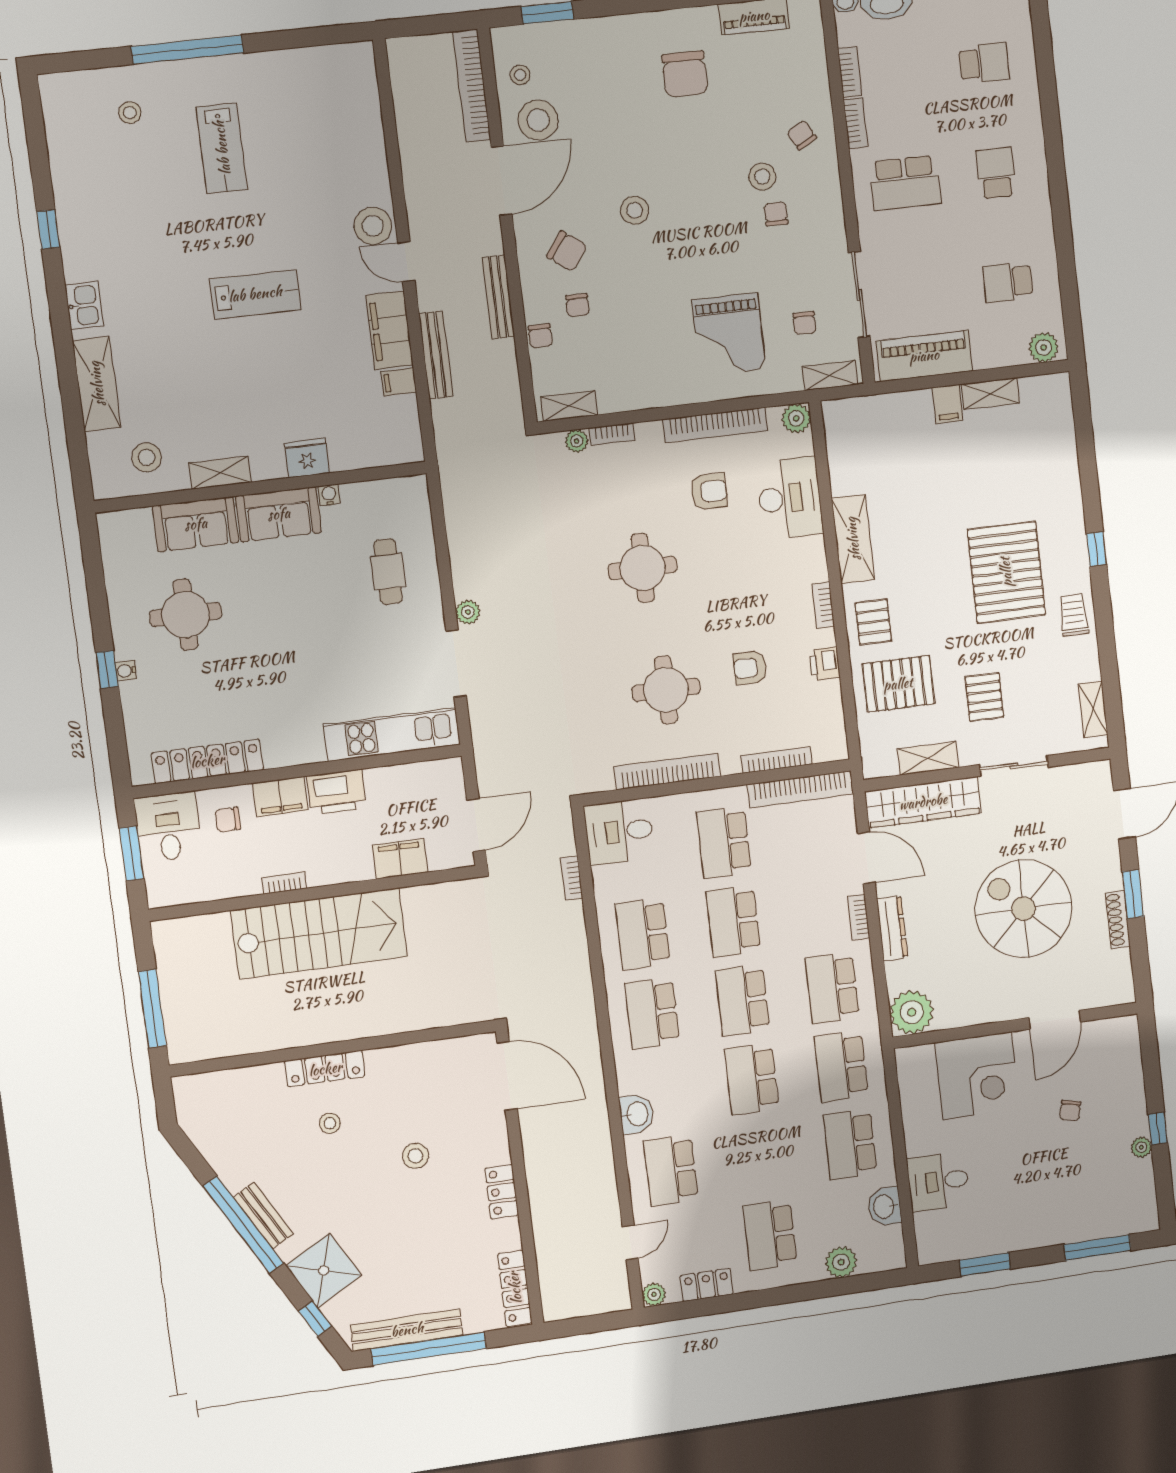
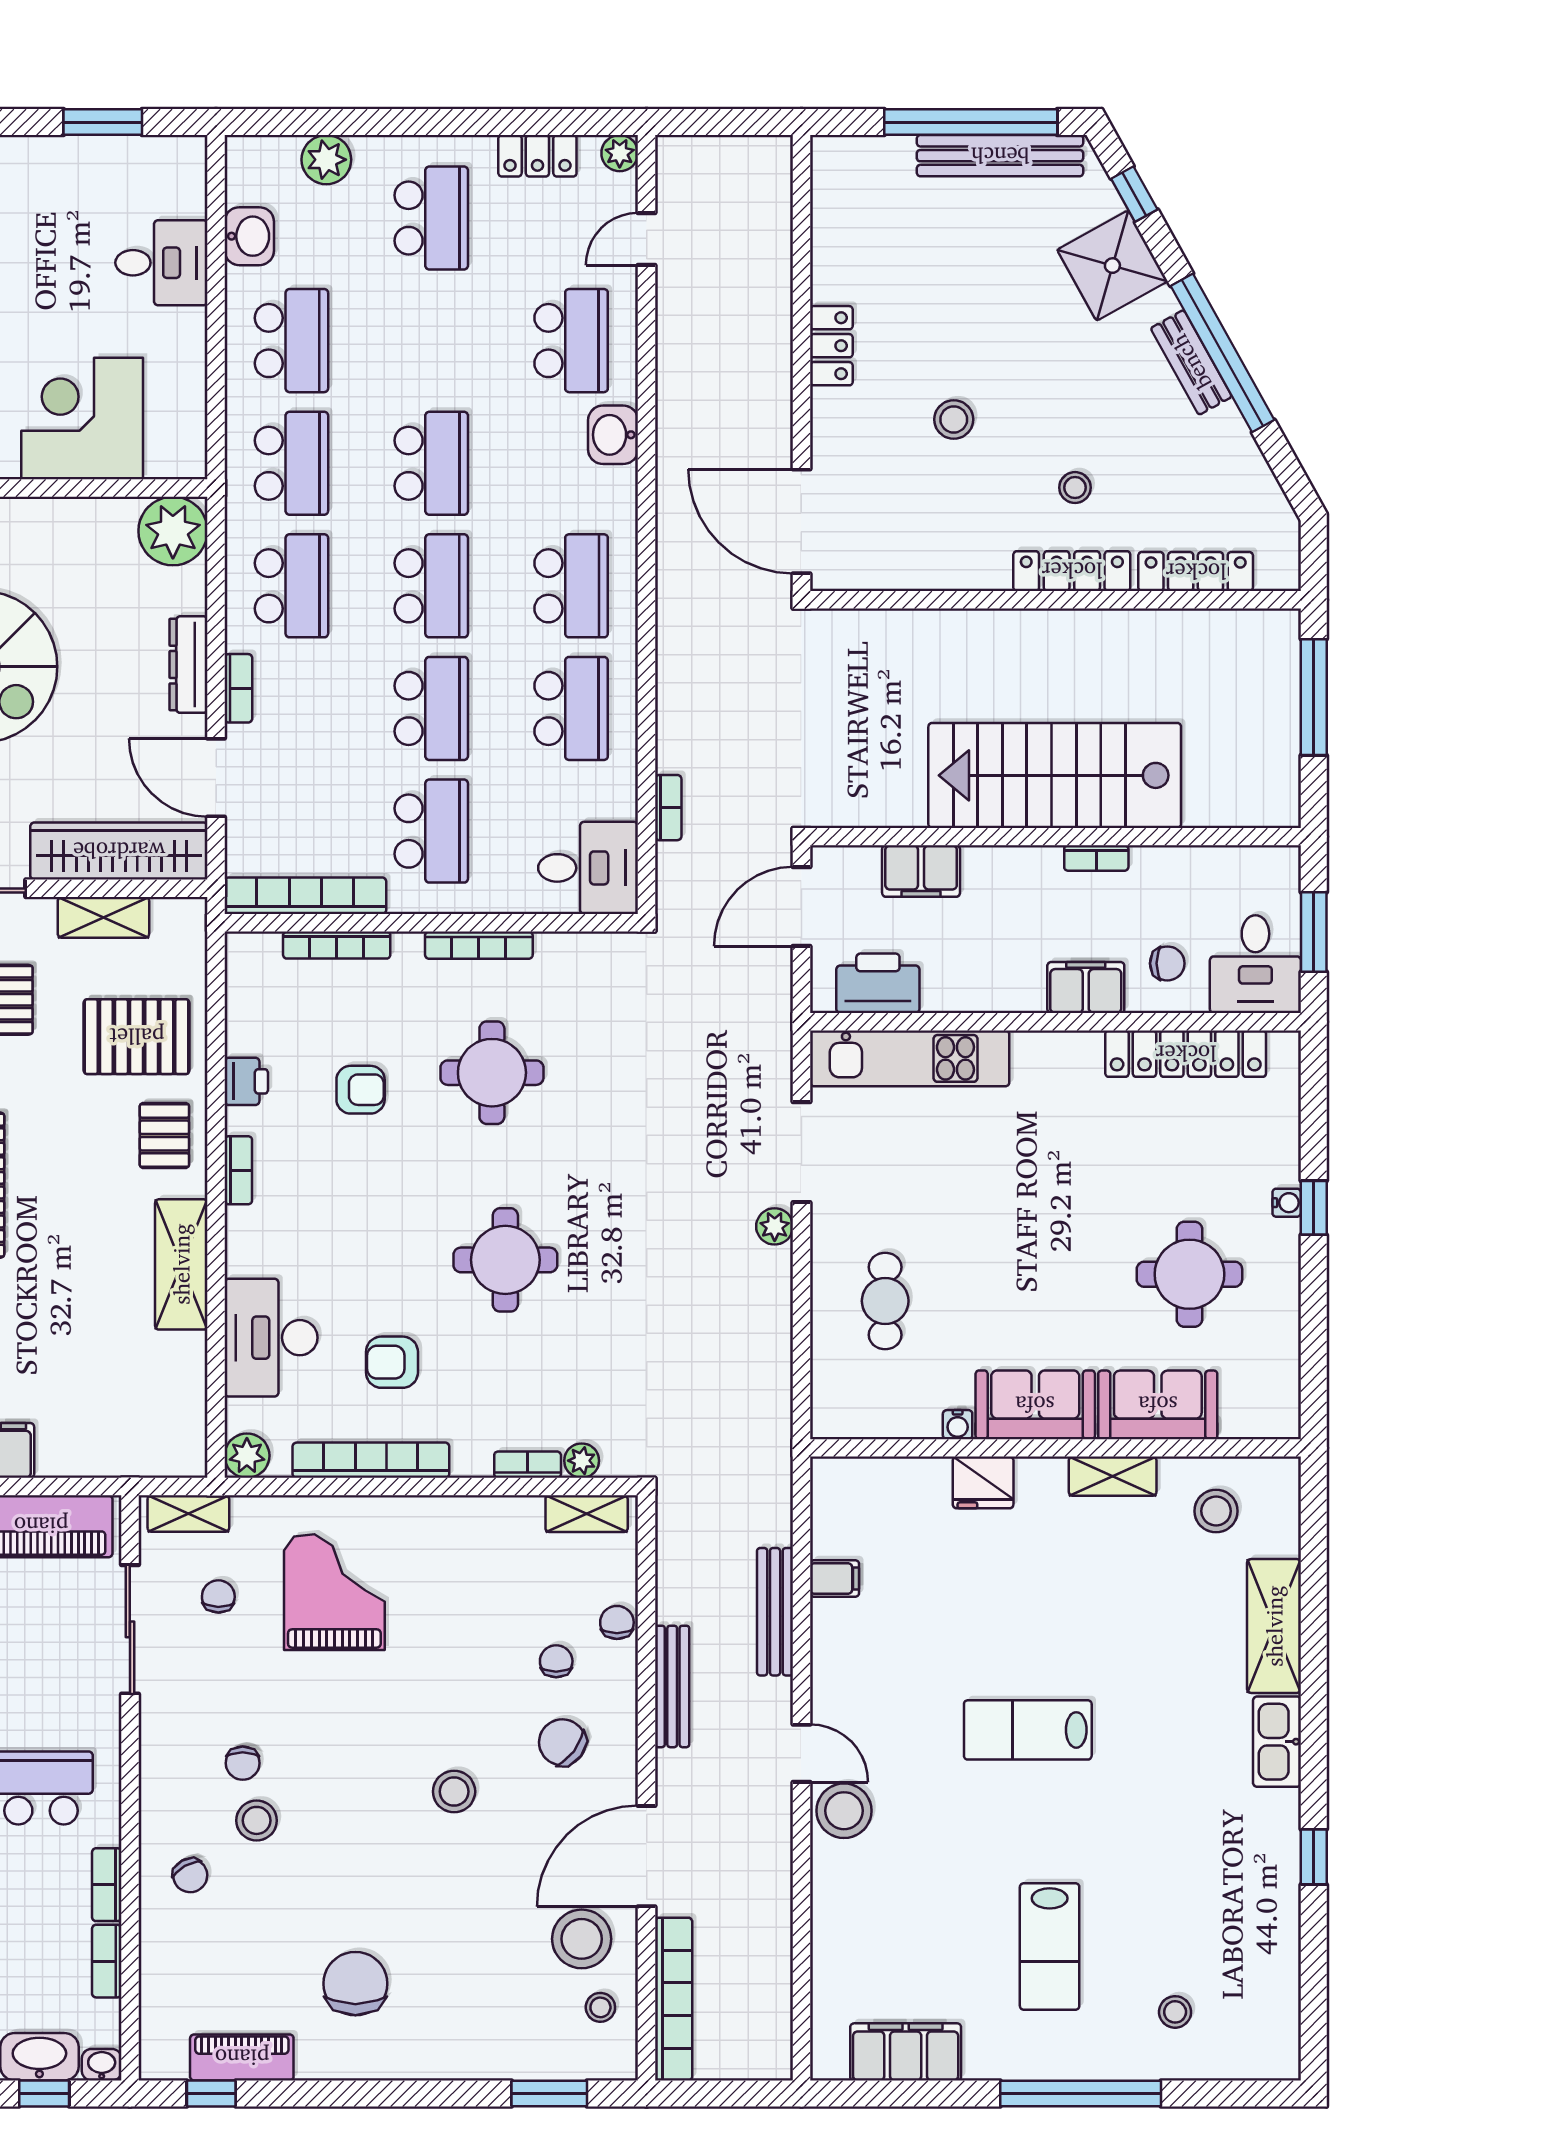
lab bench: (222, 148) -> (1050, 1947), turned 180
kitchen sink: (84, 305) -> (1277, 1742), width x1.38
filing cabinet: (389, 330) -> (906, 2052), moved, turned -90
bookcase: (667, 771) -> (479, 945), width x0.68, depth x0.76
printer: (336, 792) -> (878, 983), moved
locker: (515, 1288) -> (1196, 572), moved, turned -90

